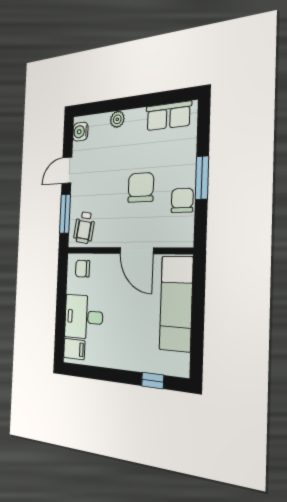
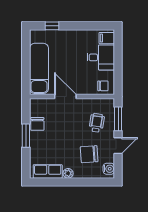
plant: (117, 119) -> (68, 173), moved
chair: (141, 187) -> (89, 154), moved, turned 86
wheelchair: (84, 228) -> (97, 123), moved

